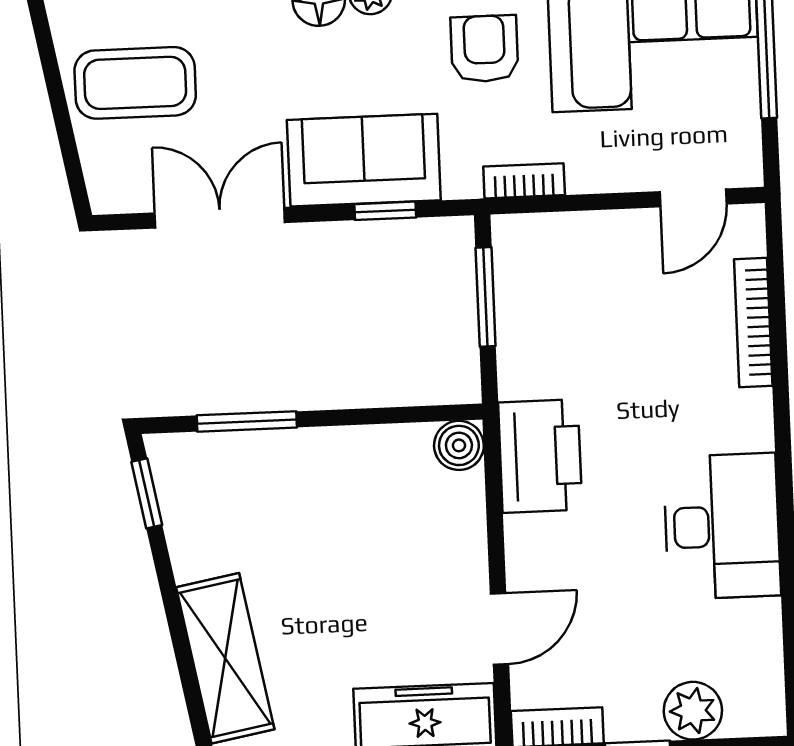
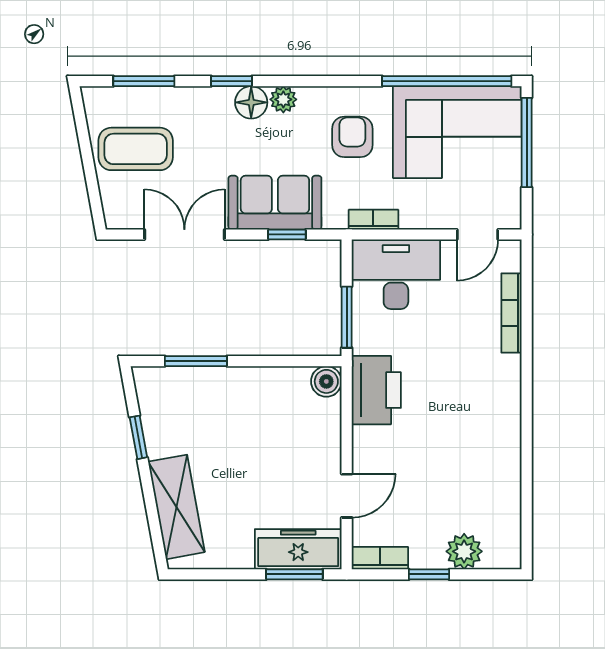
window: (486, 297) -> (347, 317), moved
window: (147, 493) -> (138, 437), moved
desk: (722, 526) -> (396, 274), moved, turned -90

